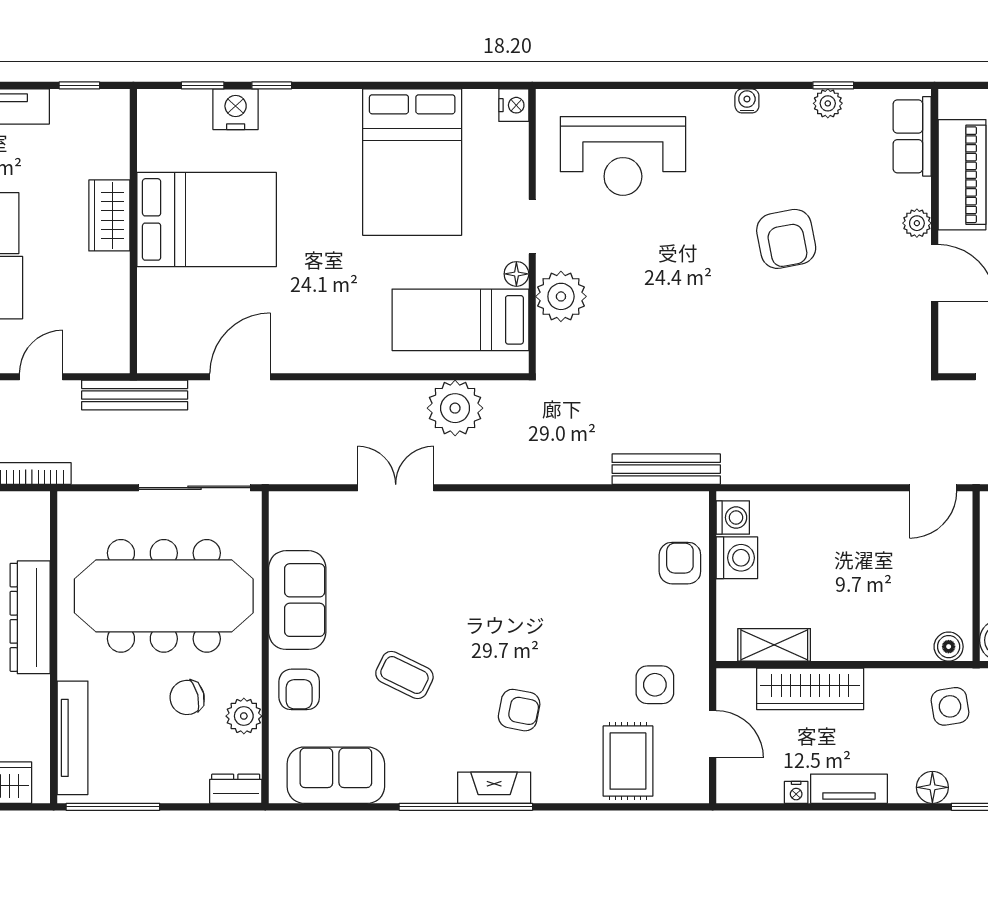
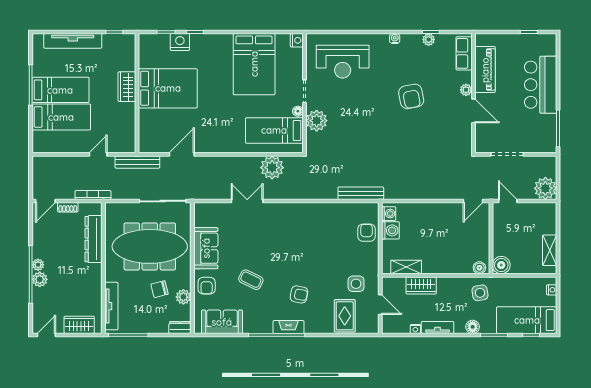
dresser: (30, 617) -> (94, 239), moved
wardrobe: (810, 689) -> (421, 285), width x0.67

